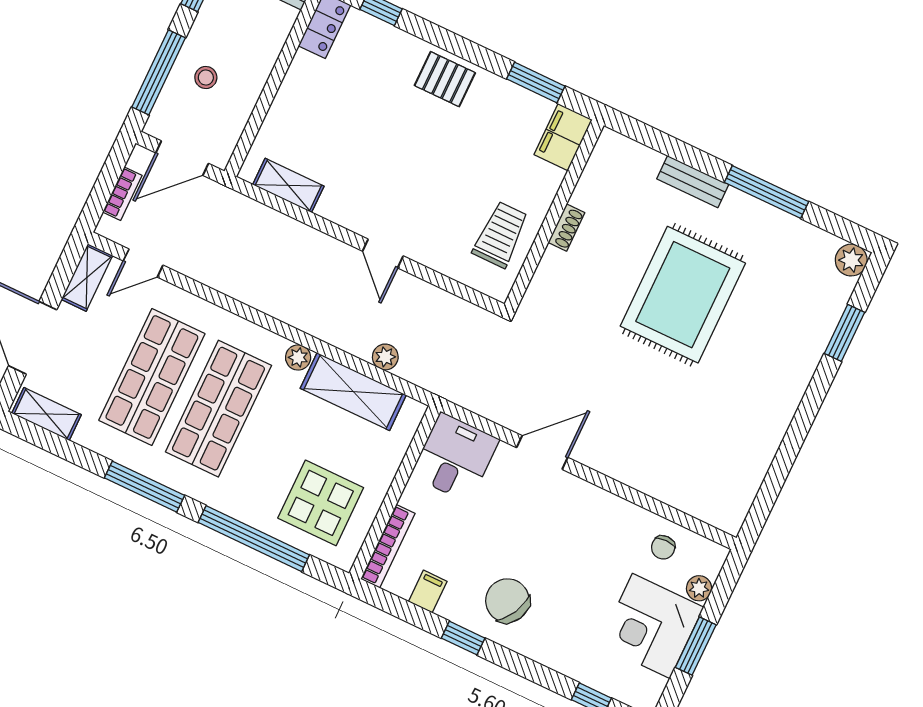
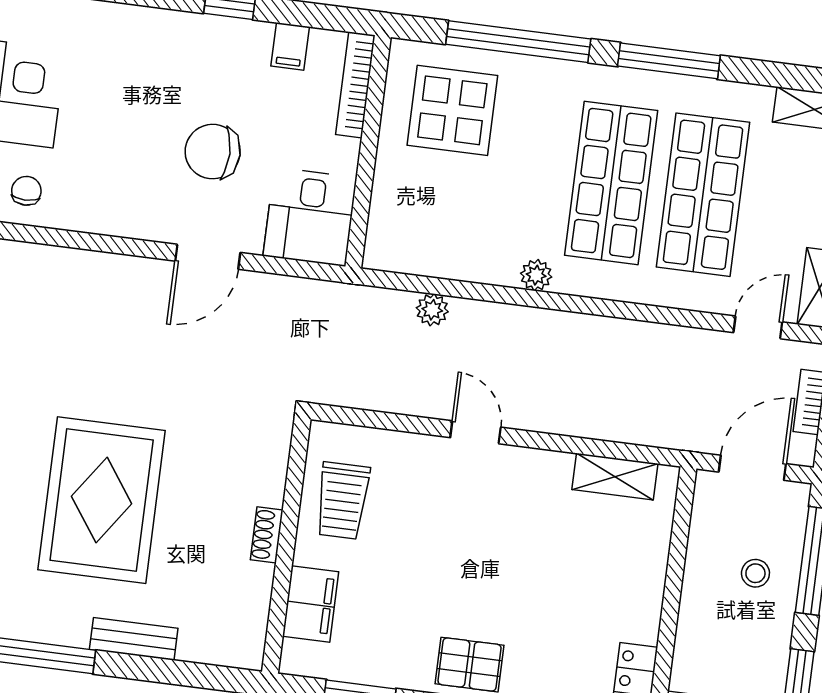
filing cabinet: (563, 137) -> (311, 604), moved
shelving: (353, 392) -> (457, 256), removed
chair: (507, 601) -> (213, 152), moved, turned 153

